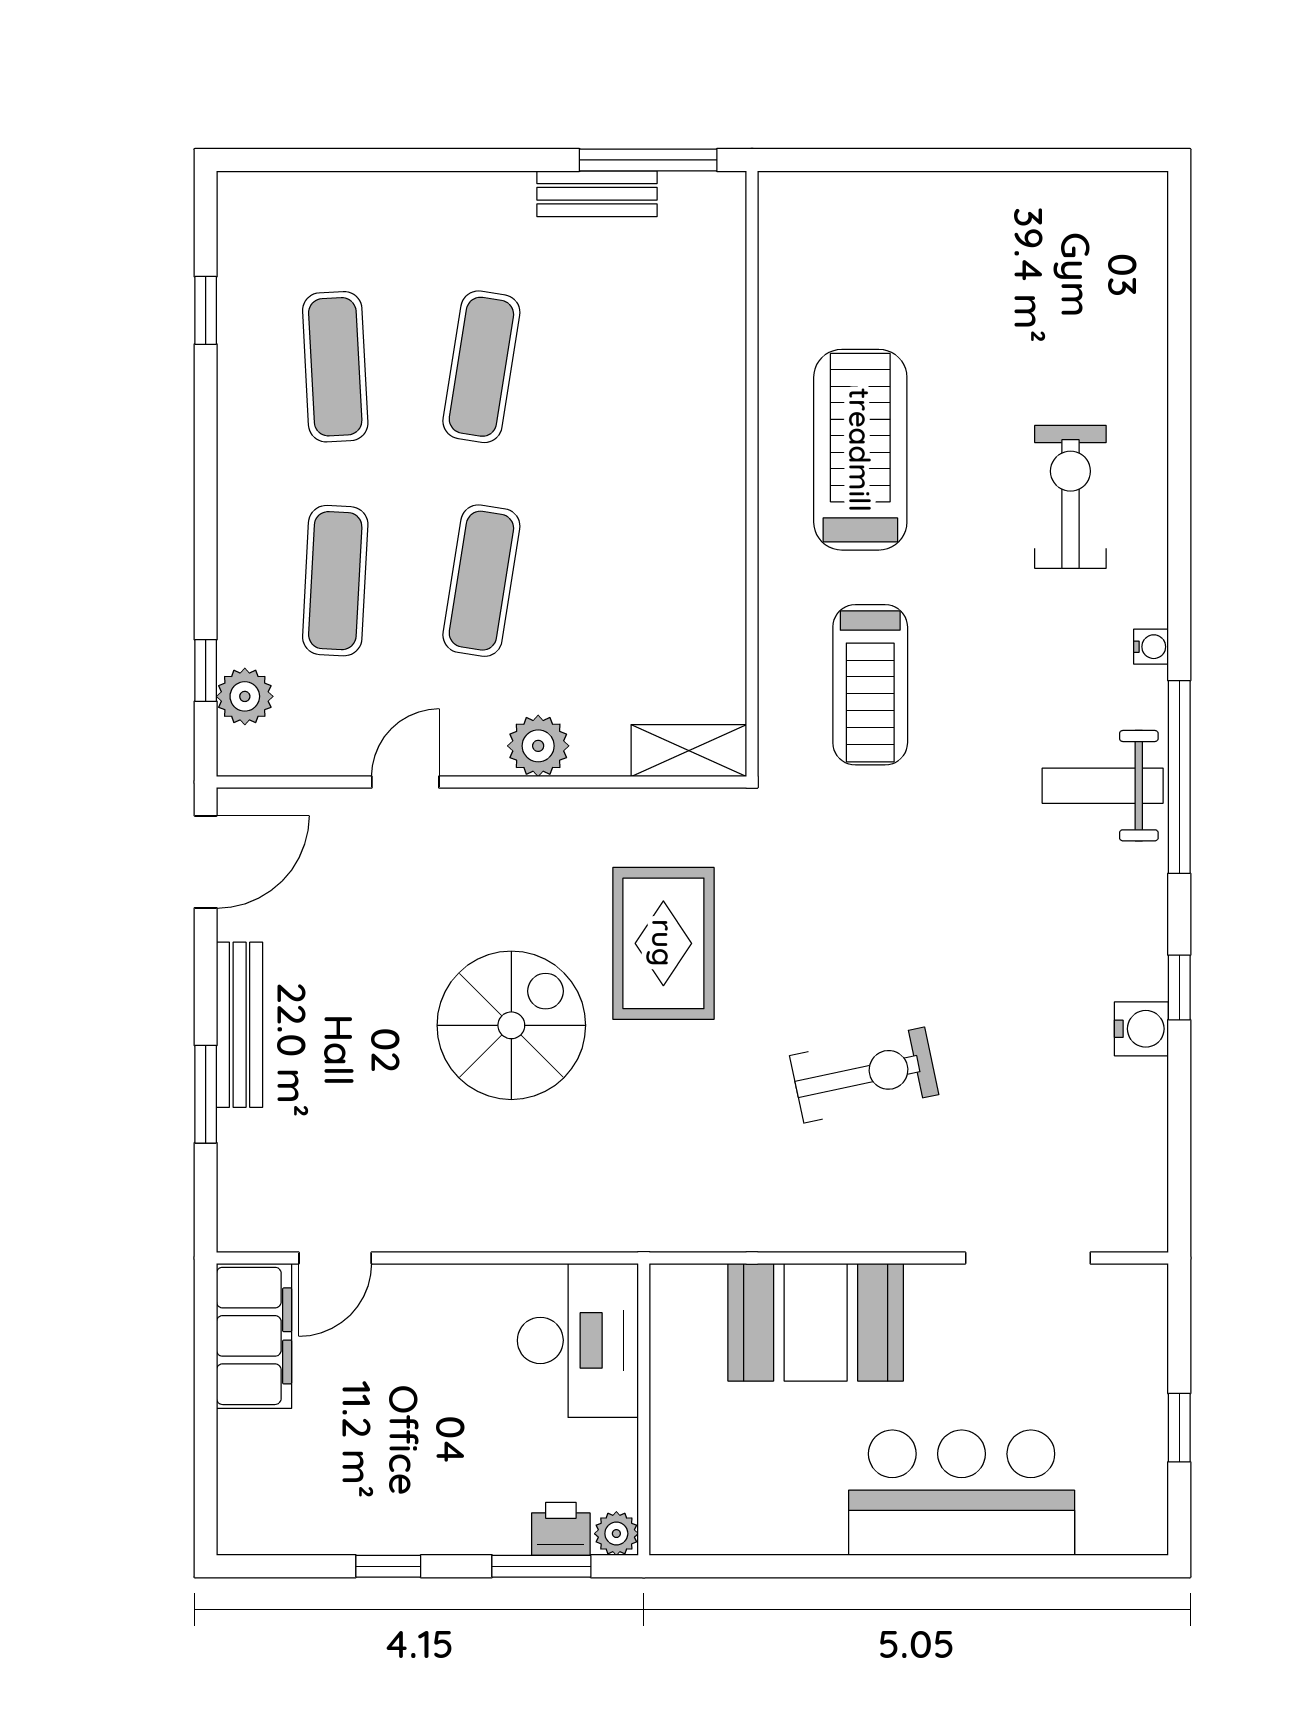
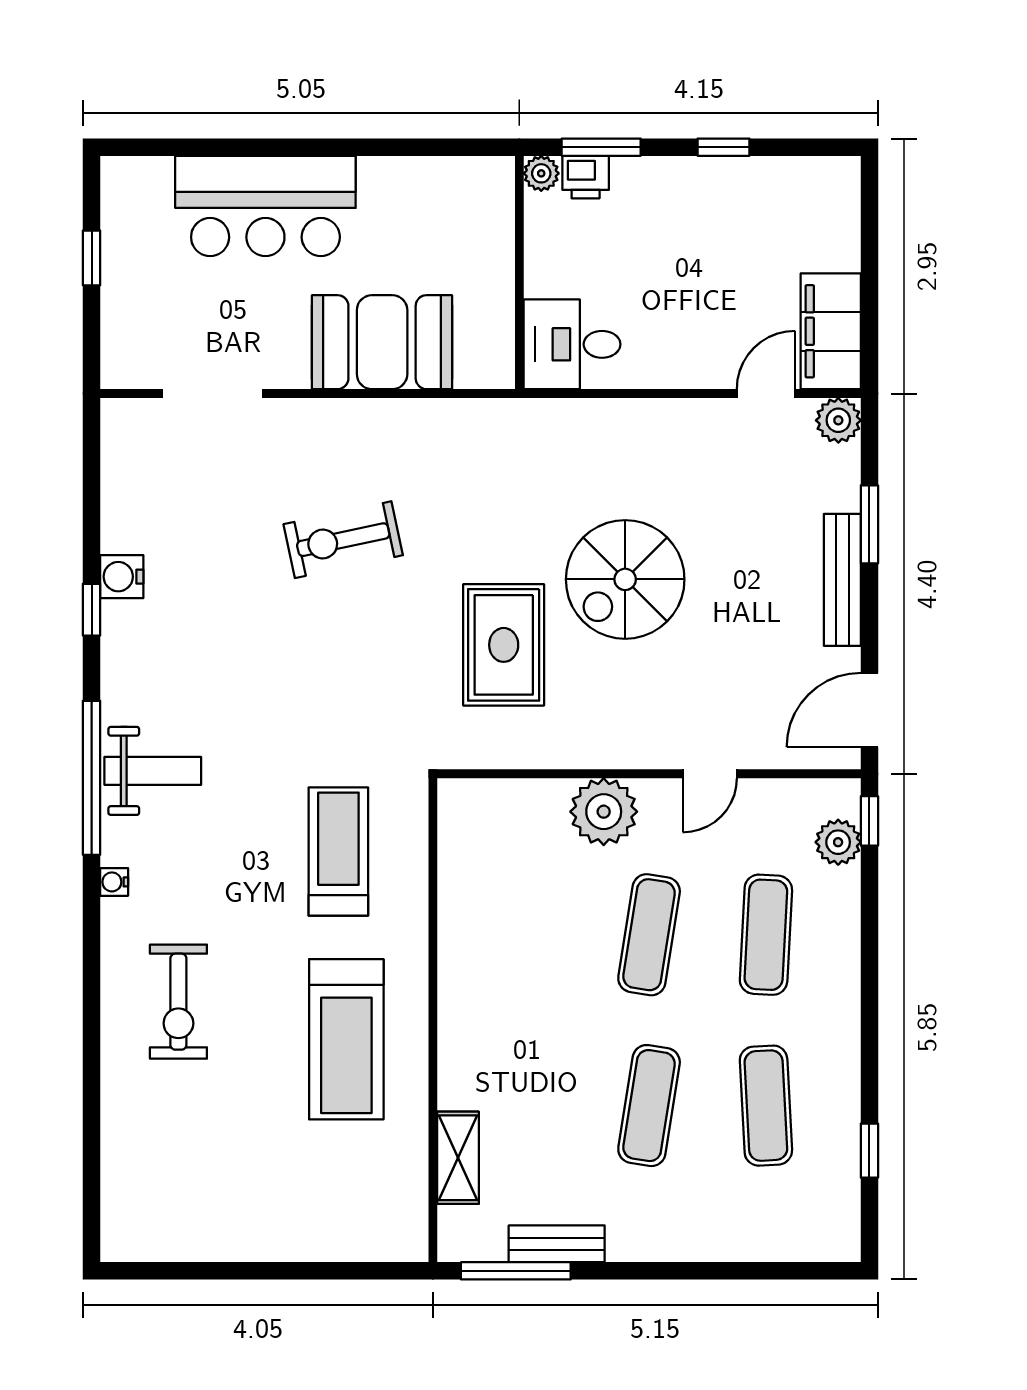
window: (206, 670) -> (869, 821), moved
plant: (538, 746) -> (604, 812), width x1.36, depth x1.36
shelving: (689, 751) -> (458, 1158), moved, turned 90
plant: (245, 1224) -> (838, 420), added
desk: (578, 1340) -> (572, 344), width x0.73

